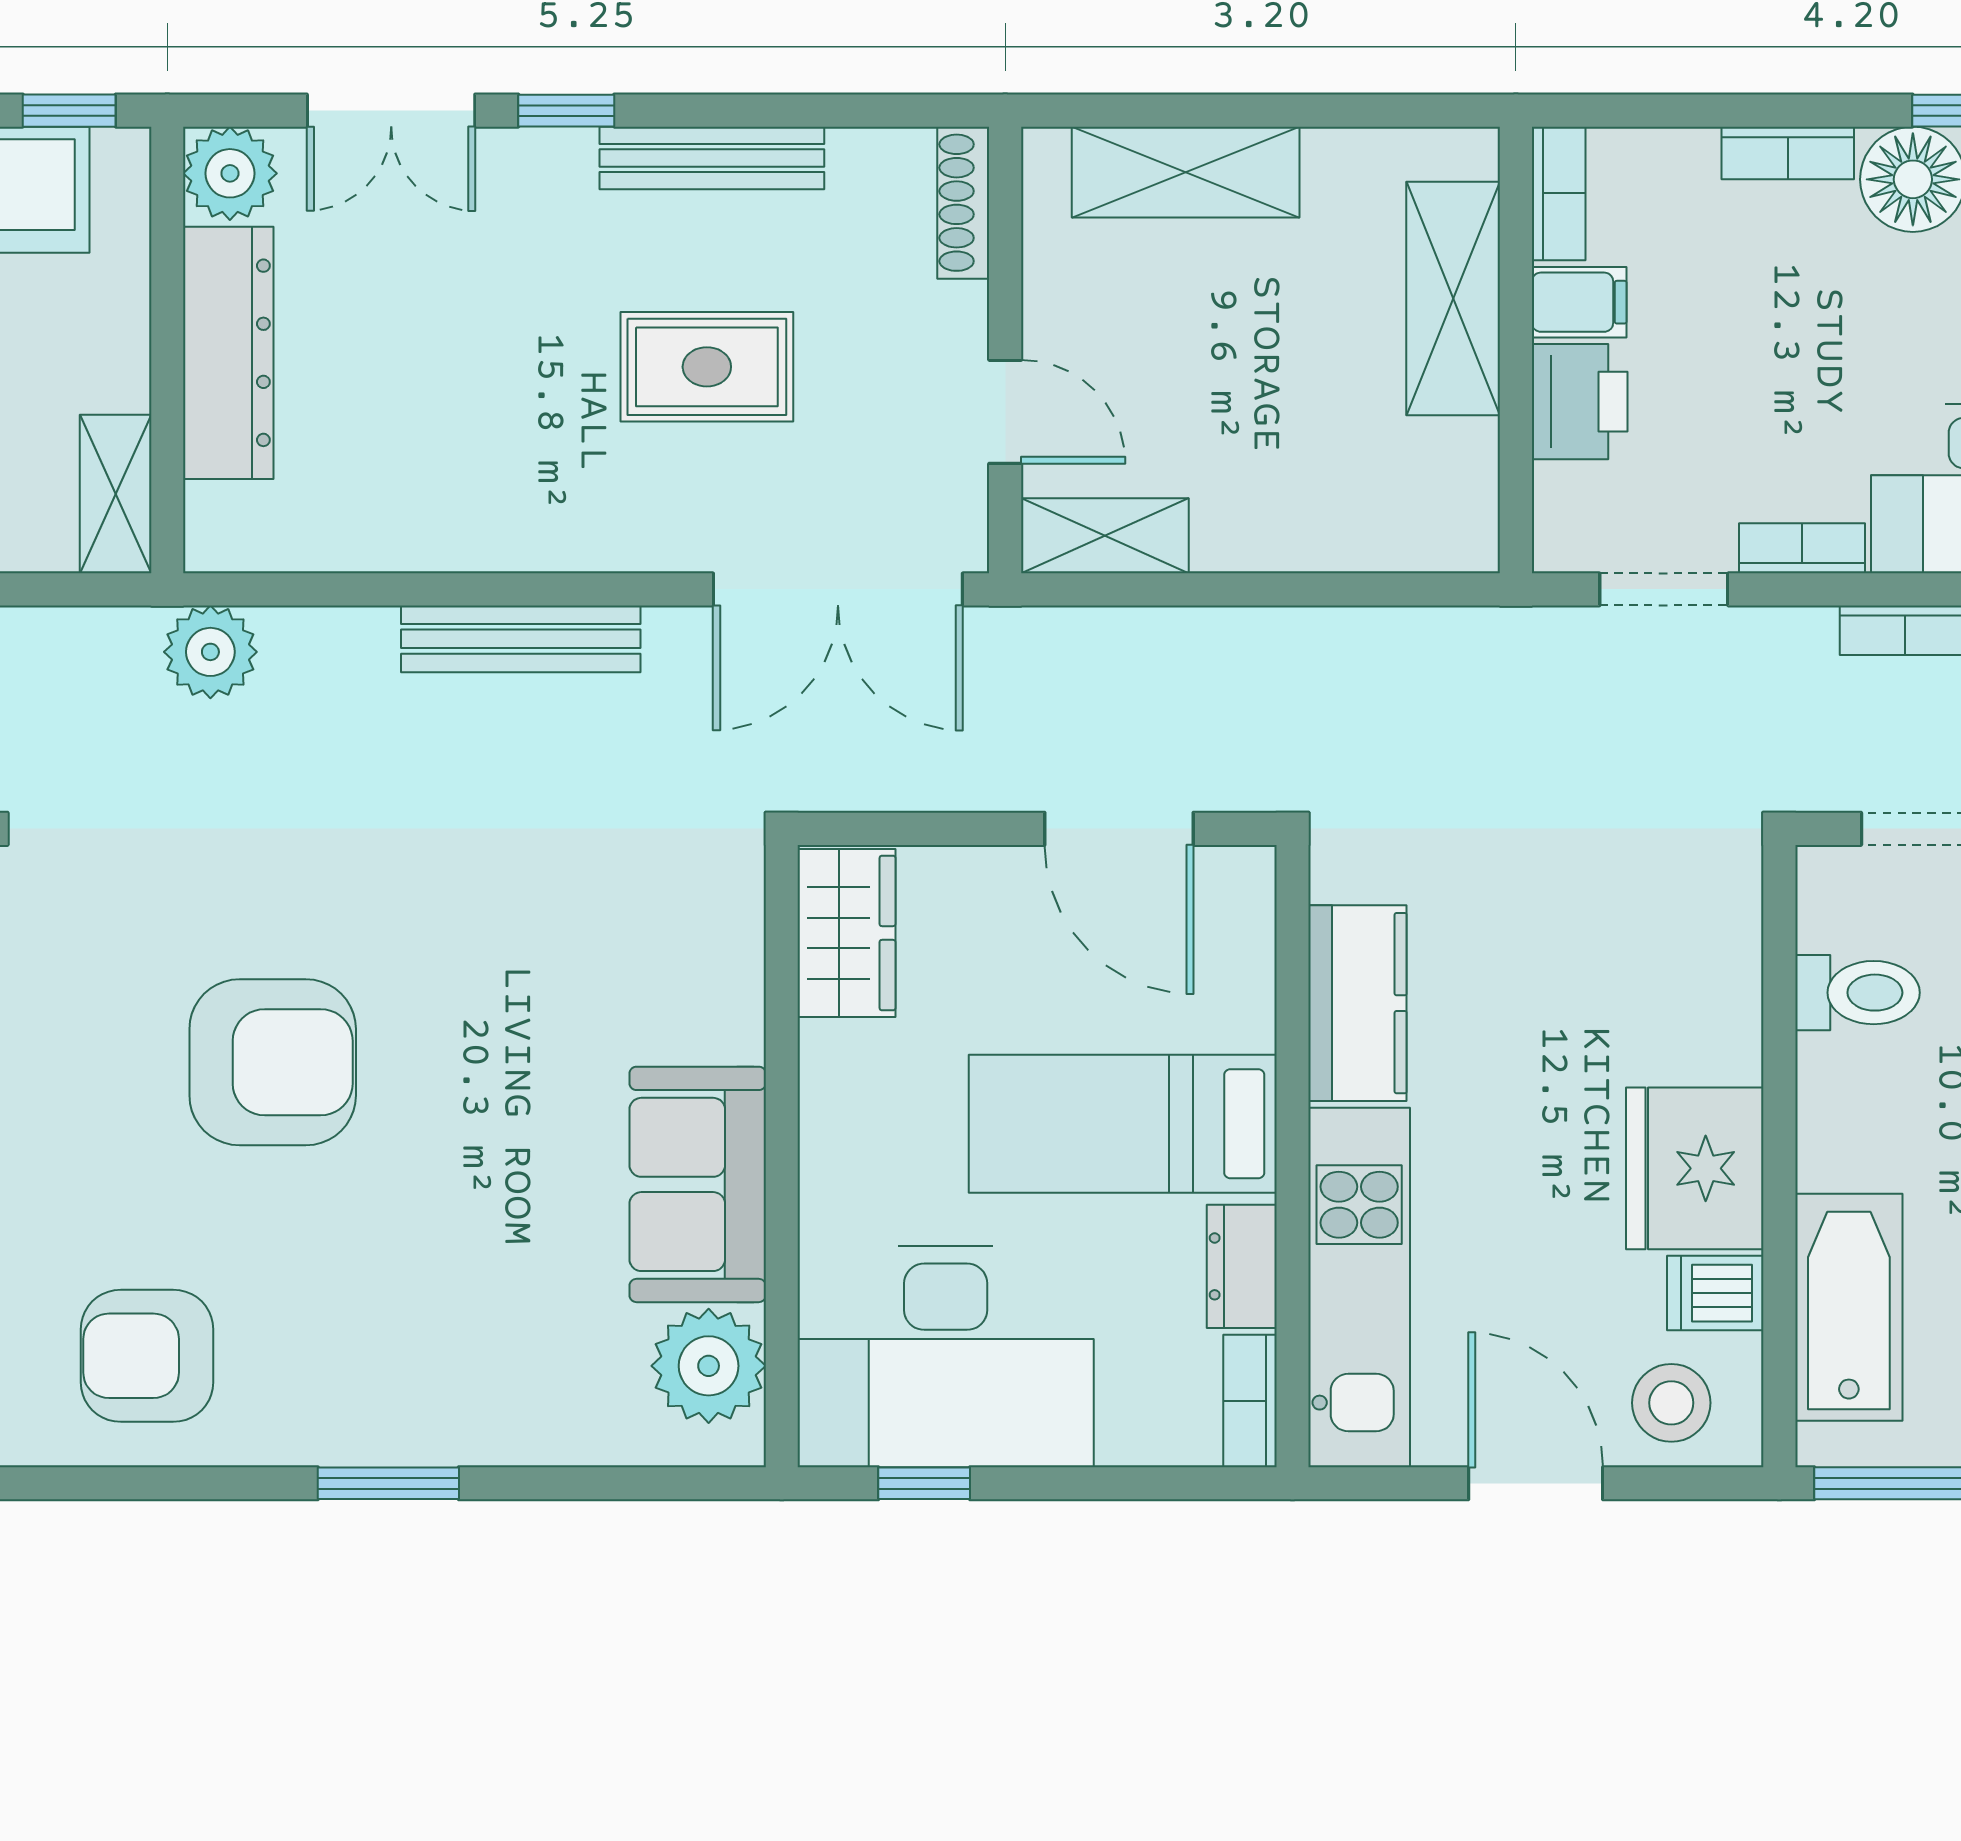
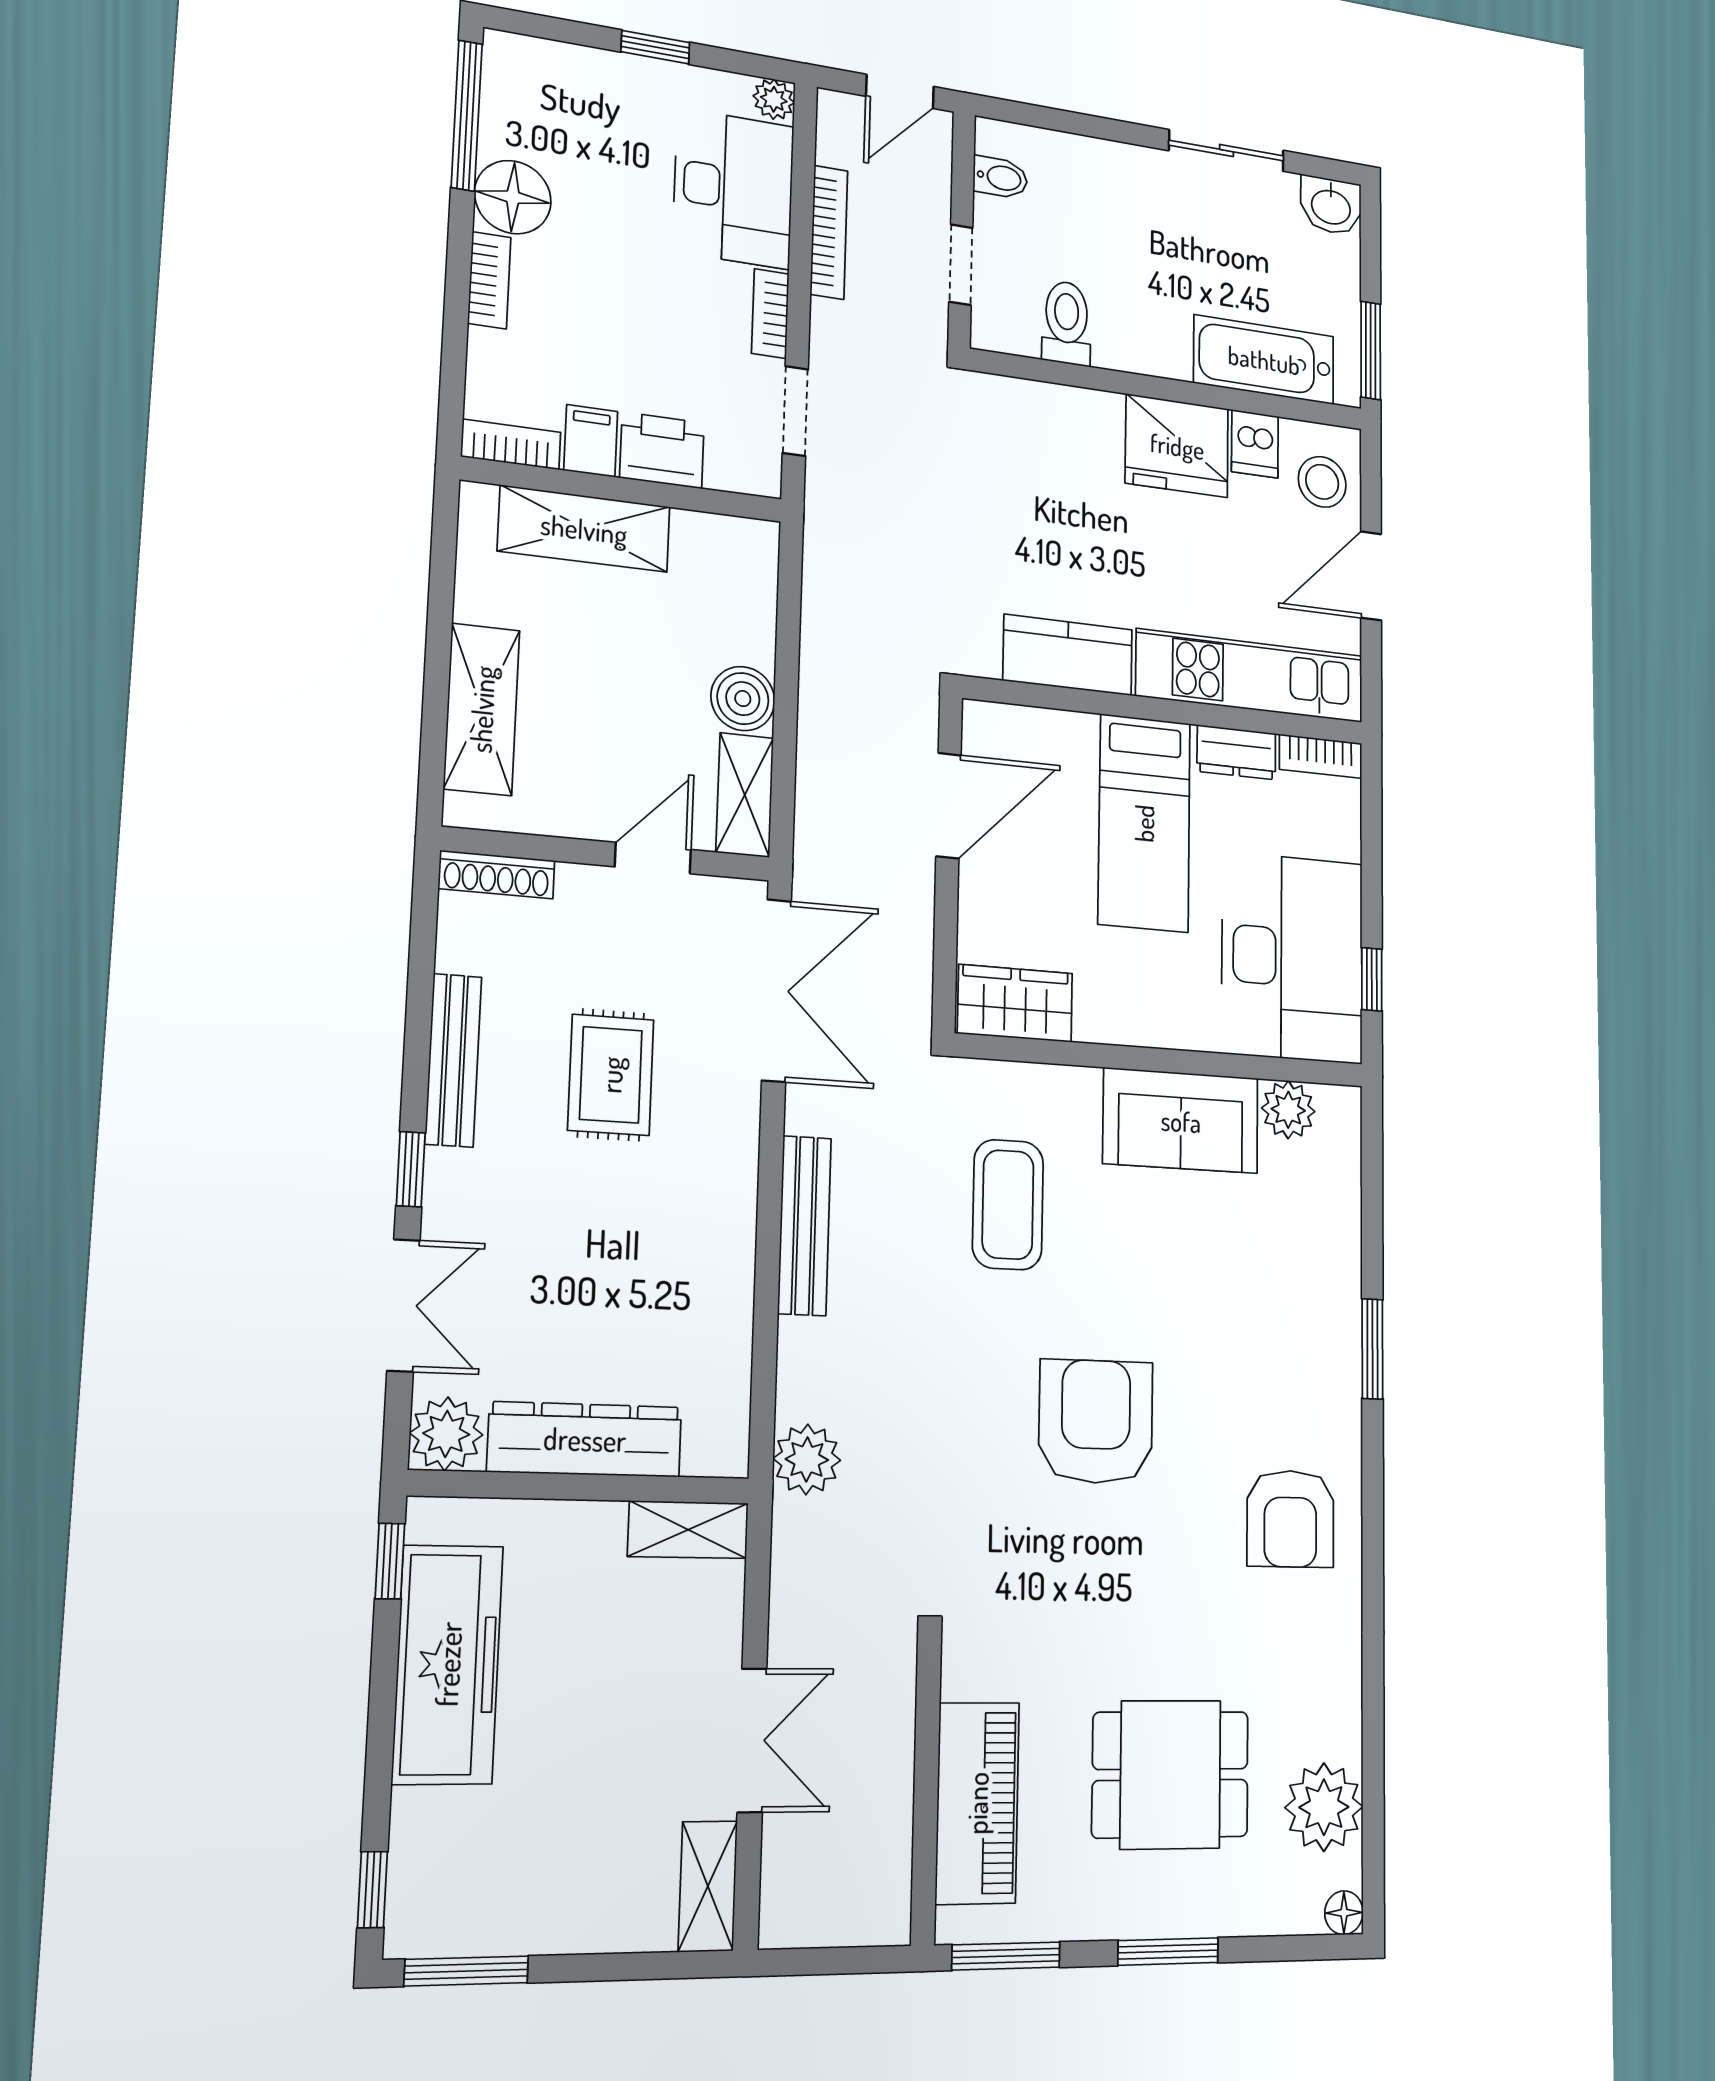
boiler: (1240, 528) -> (743, 699), added
coffee table: (565, 928) -> (1008, 1205), added
plant: (709, 1366) -> (1288, 1110), width x0.73, depth x0.73

